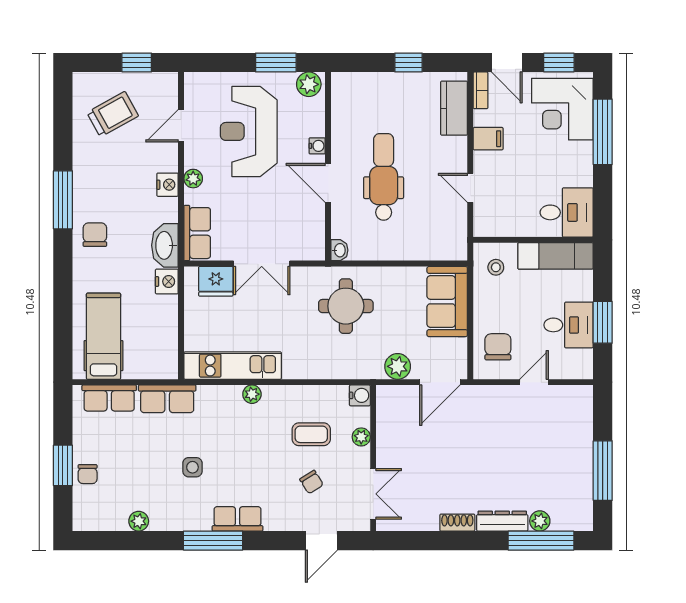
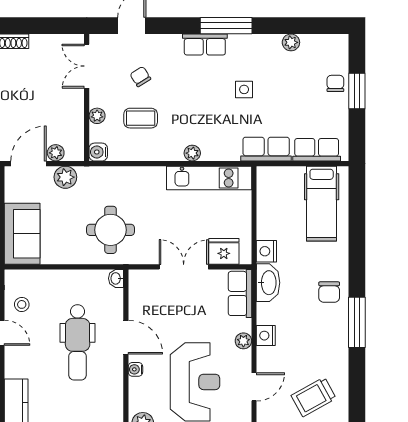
stool: (448, 220) -> (22, 304), added
plant: (409, 394) -> (56, 153), added

